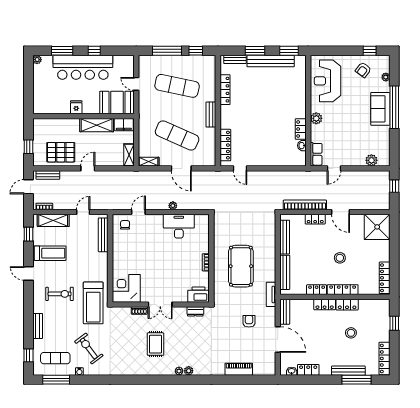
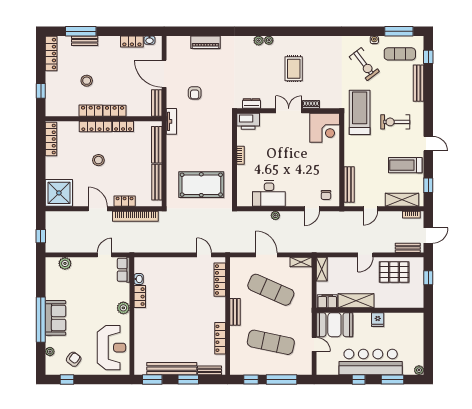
pool table: (241, 266) -> (201, 185), moved, turned 90
bench: (38, 326) -> (419, 83), width x1.36
bench: (348, 371) -> (85, 41), width x0.73

